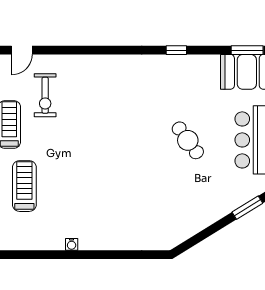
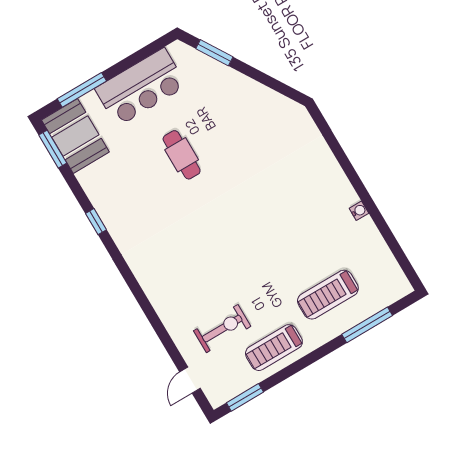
door: (22, 50) -> (190, 380), swing flipped
cafe table: (188, 140) -> (182, 155), turned -54

